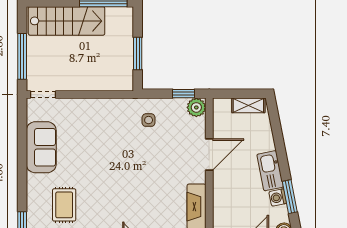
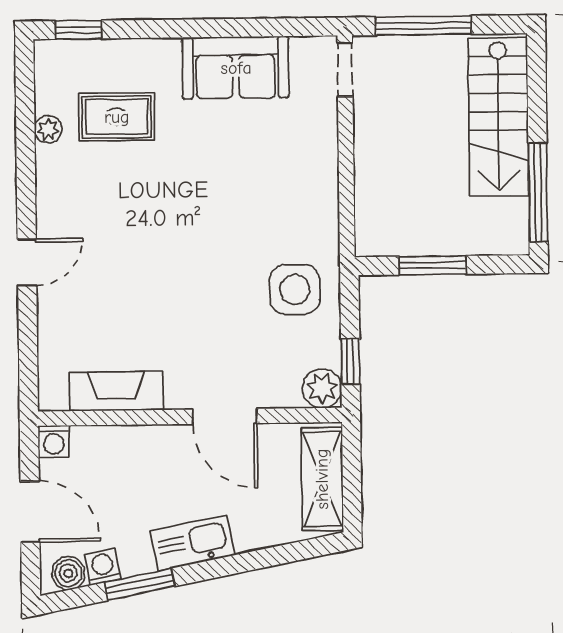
shelving: (248, 105) -> (322, 479), width x1.50, depth x1.33
side table: (149, 120) -> (295, 289), width x1.87, depth x1.87
washing machine: (278, 198) -> (103, 567), moved

